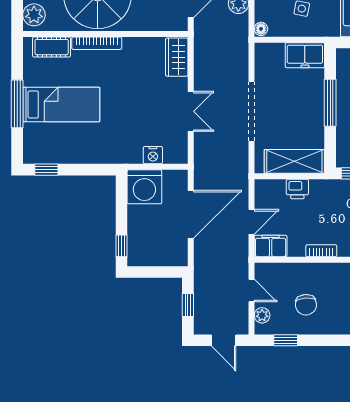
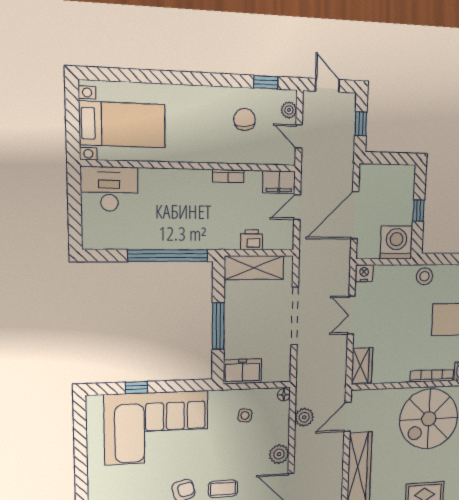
stool: (111, 152) -> (425, 276), added
nightstand: (153, 155) -> (364, 273), moved
window: (121, 246) -> (419, 211), moved

